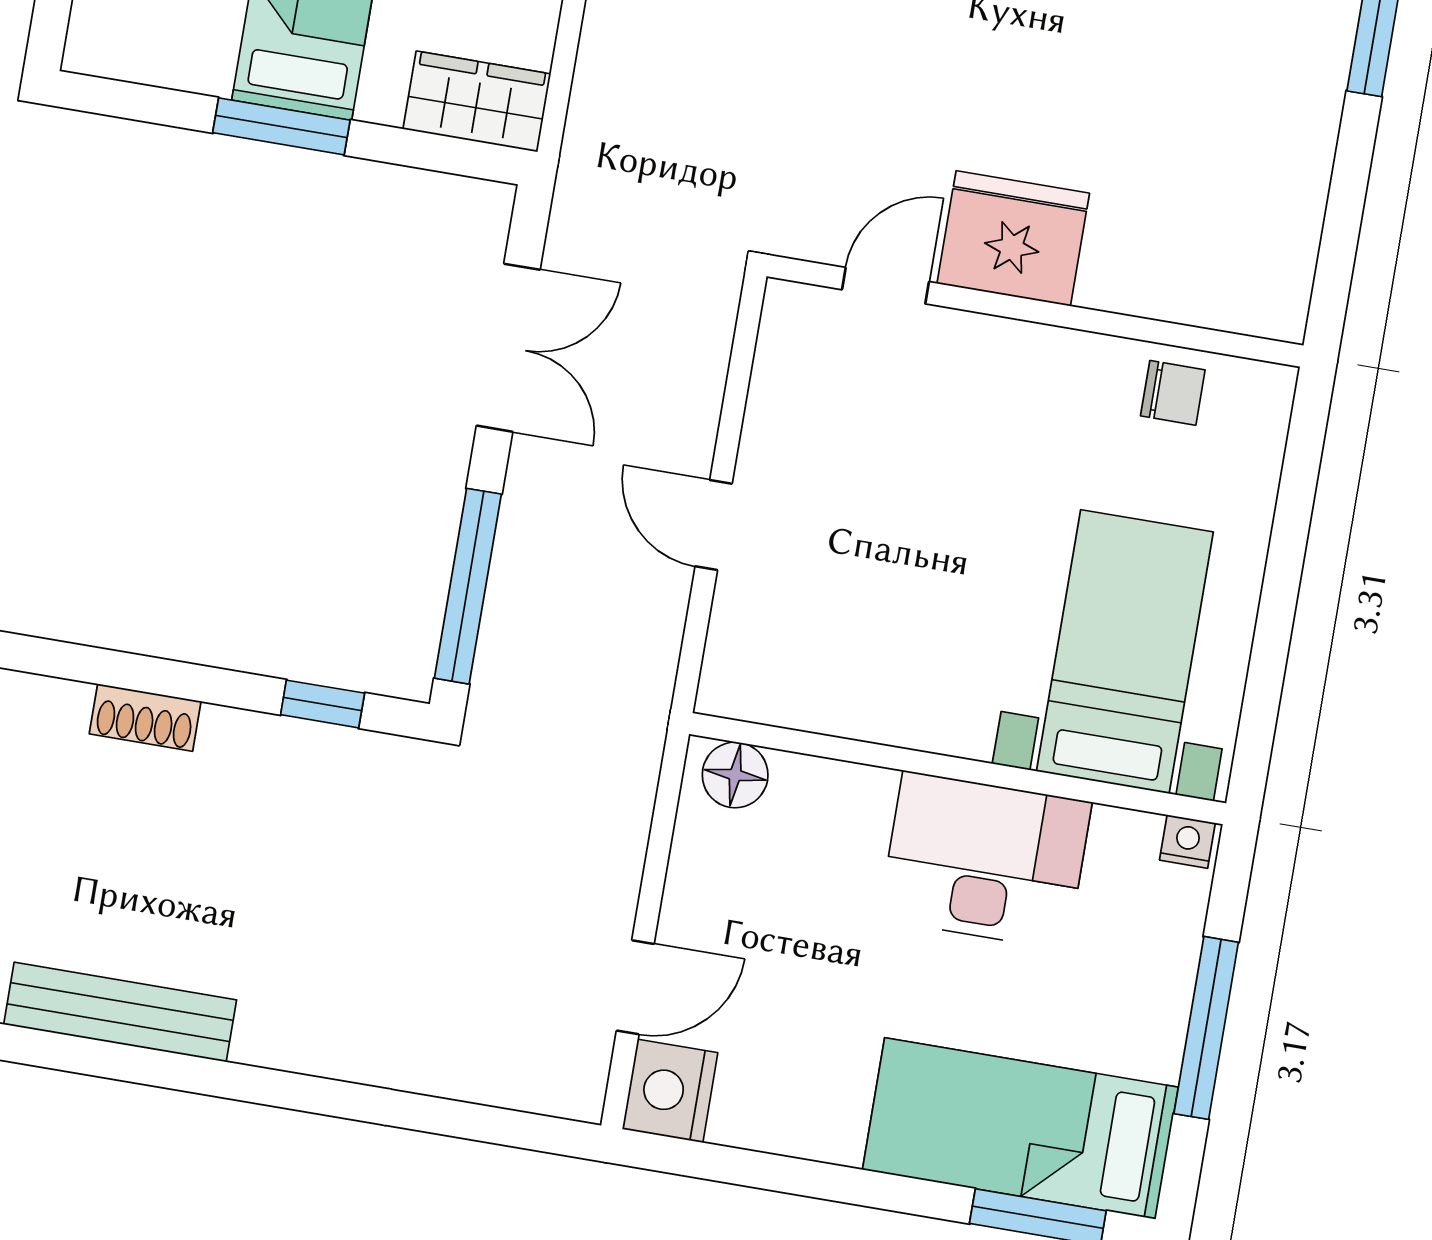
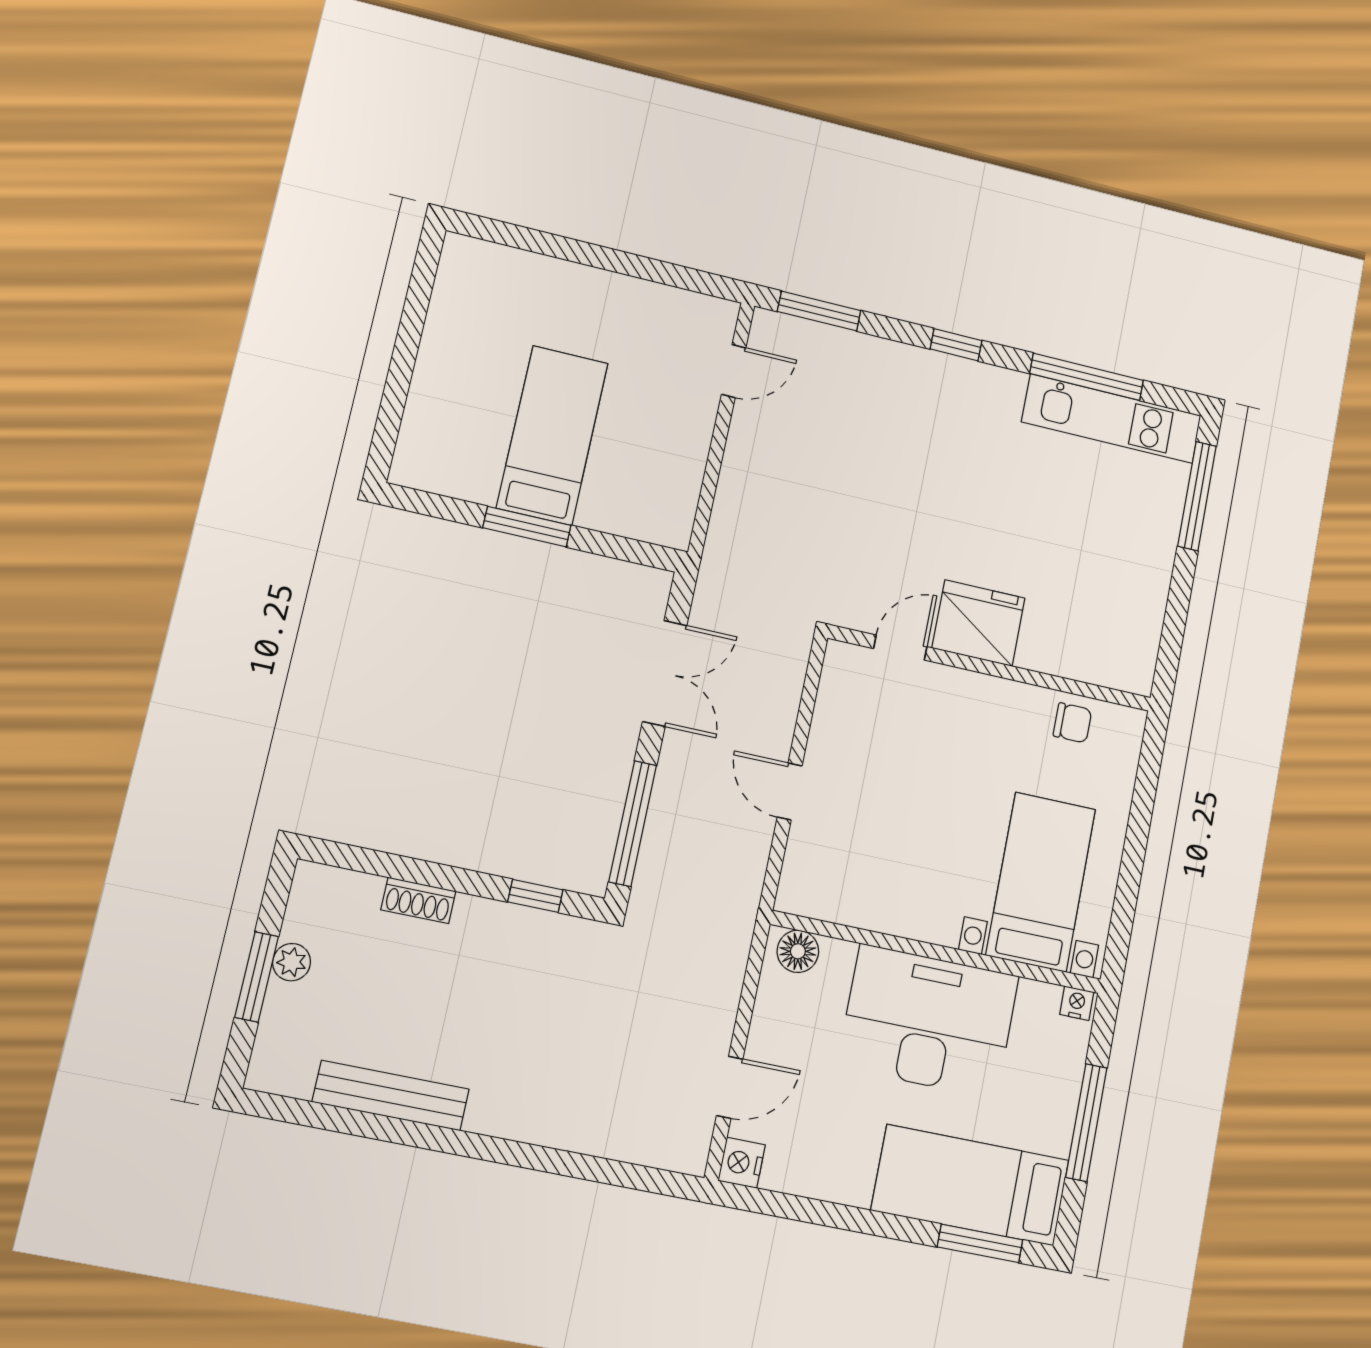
wardrobe: (477, 101) -> (651, 519), removed
desk: (985, 860) -> (928, 1021), width x1.36, depth x1.30
nightstand: (670, 1091) -> (742, 1163), width x0.74, depth x0.75

